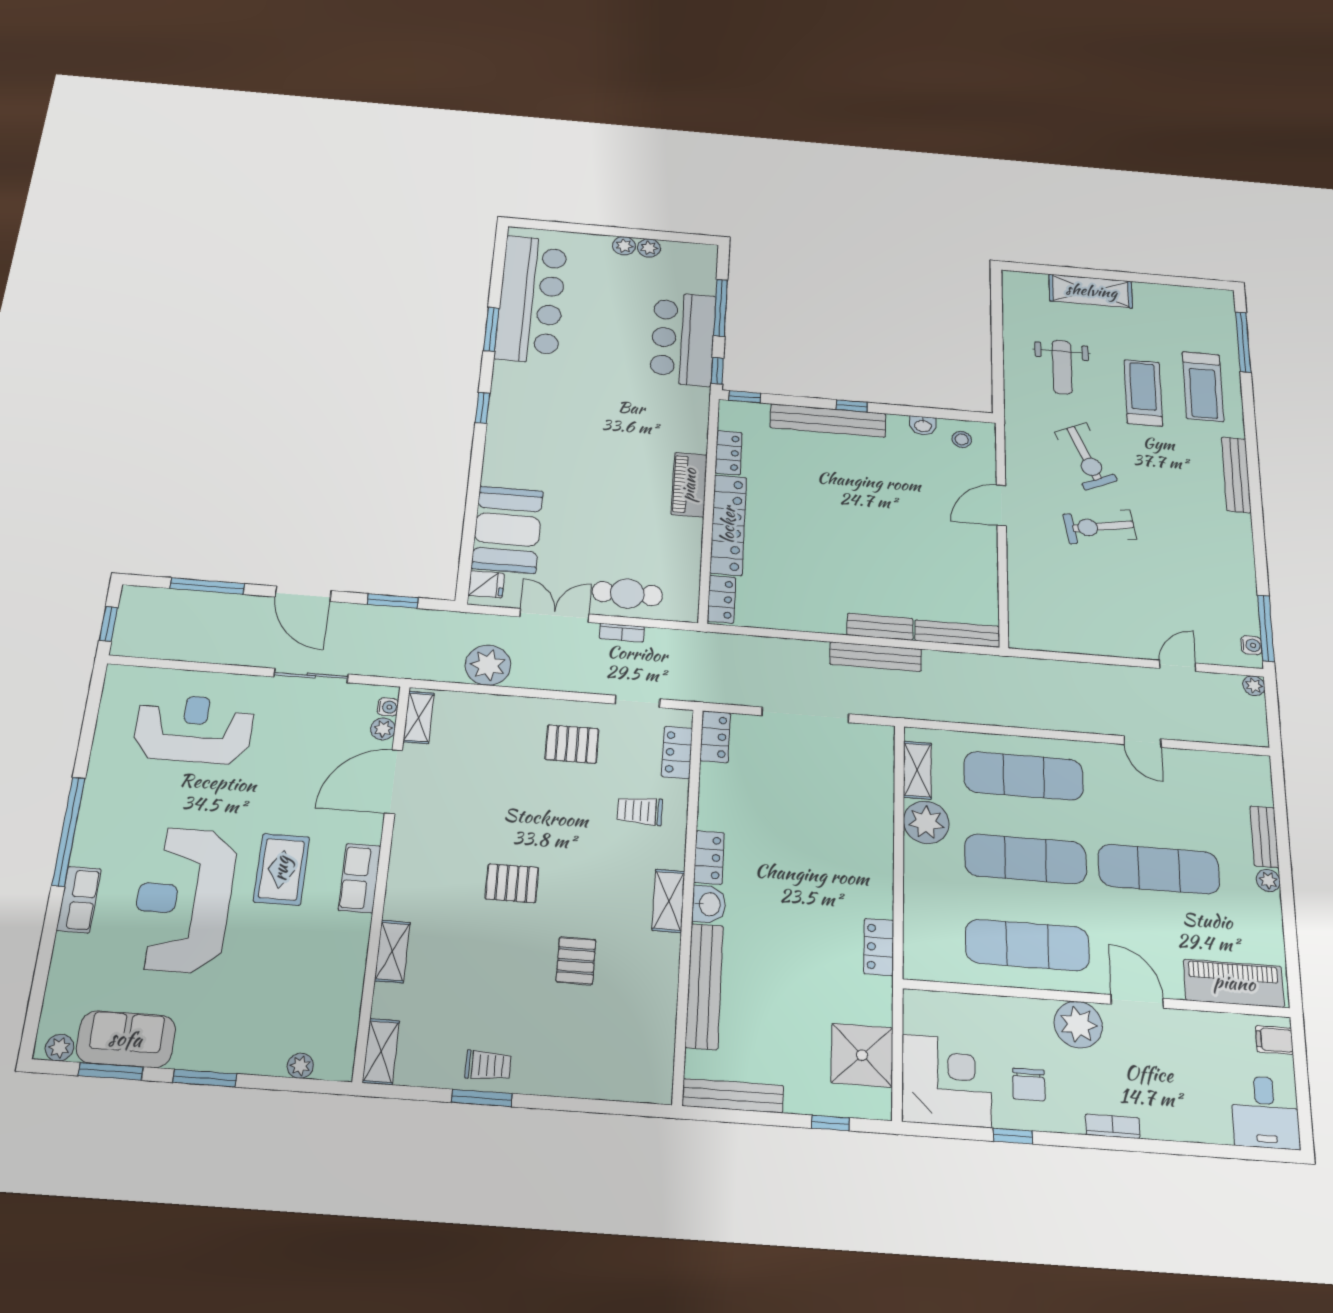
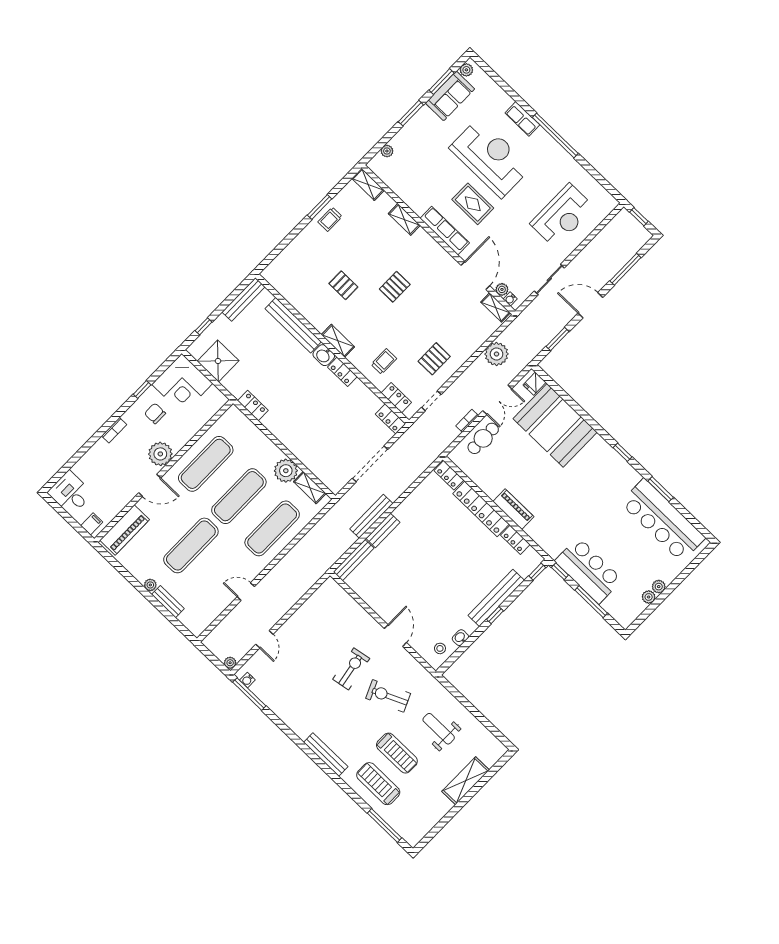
booth: (507, 530) -> (555, 425), width x1.36, depth x1.42
row of seats: (360, 878) -> (445, 231), width x1.48

